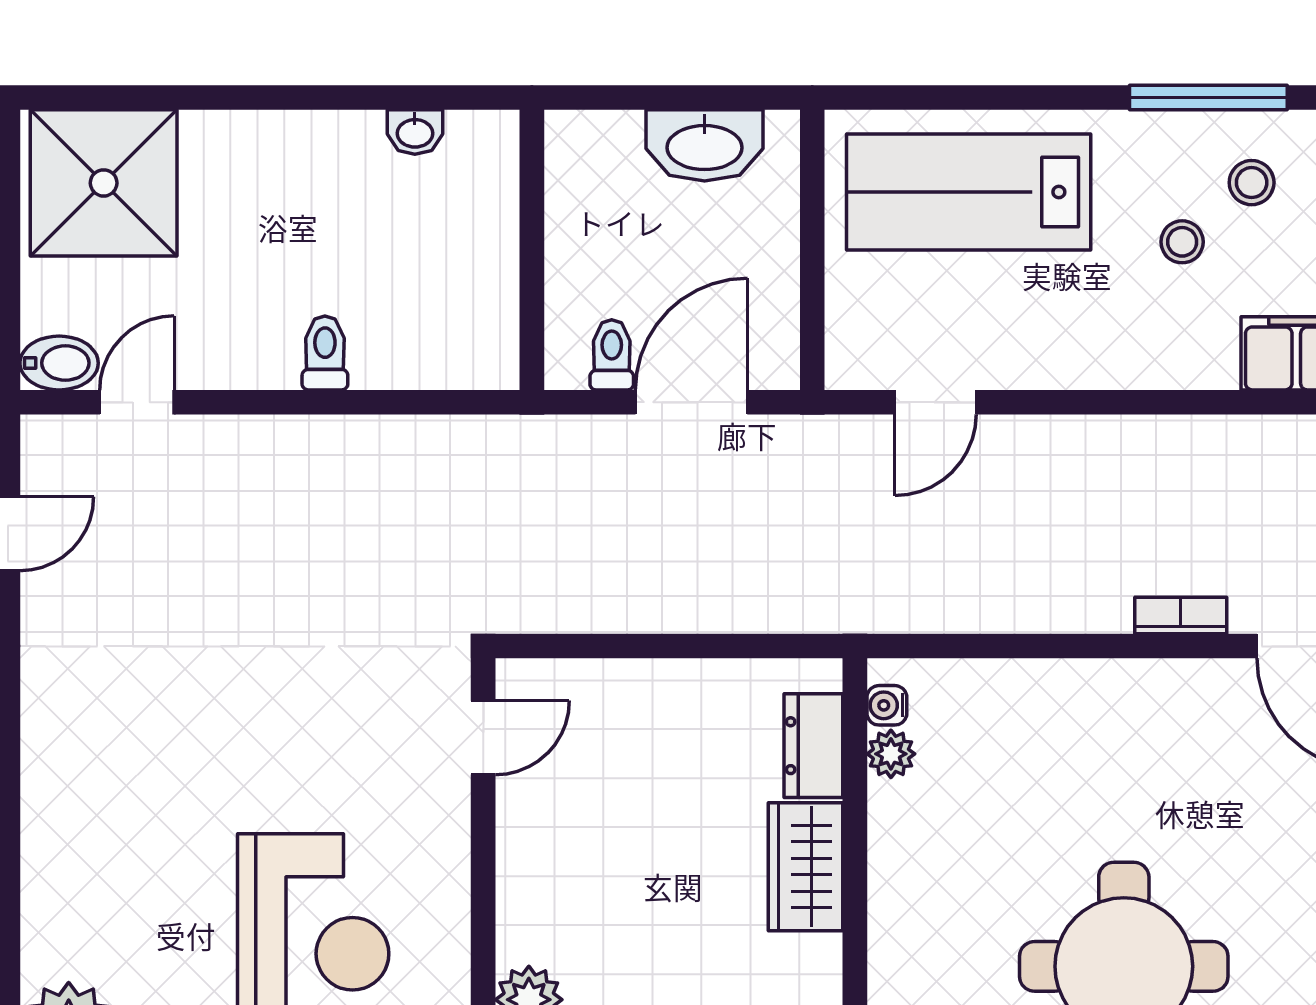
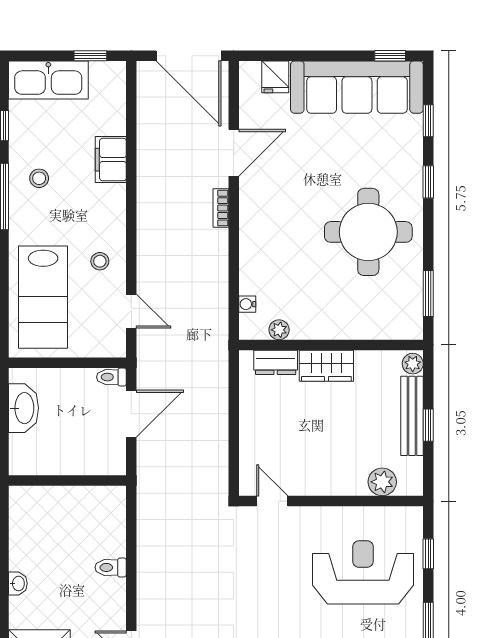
washbasin: (415, 132) -> (18, 584), moved
stool: (1182, 242) -> (100, 261), moved
toilet: (612, 355) -> (111, 377), moved
door: (691, 402) -> (131, 414), swing flipped
water cooler: (887, 705) -> (247, 304), moved, turned 90

